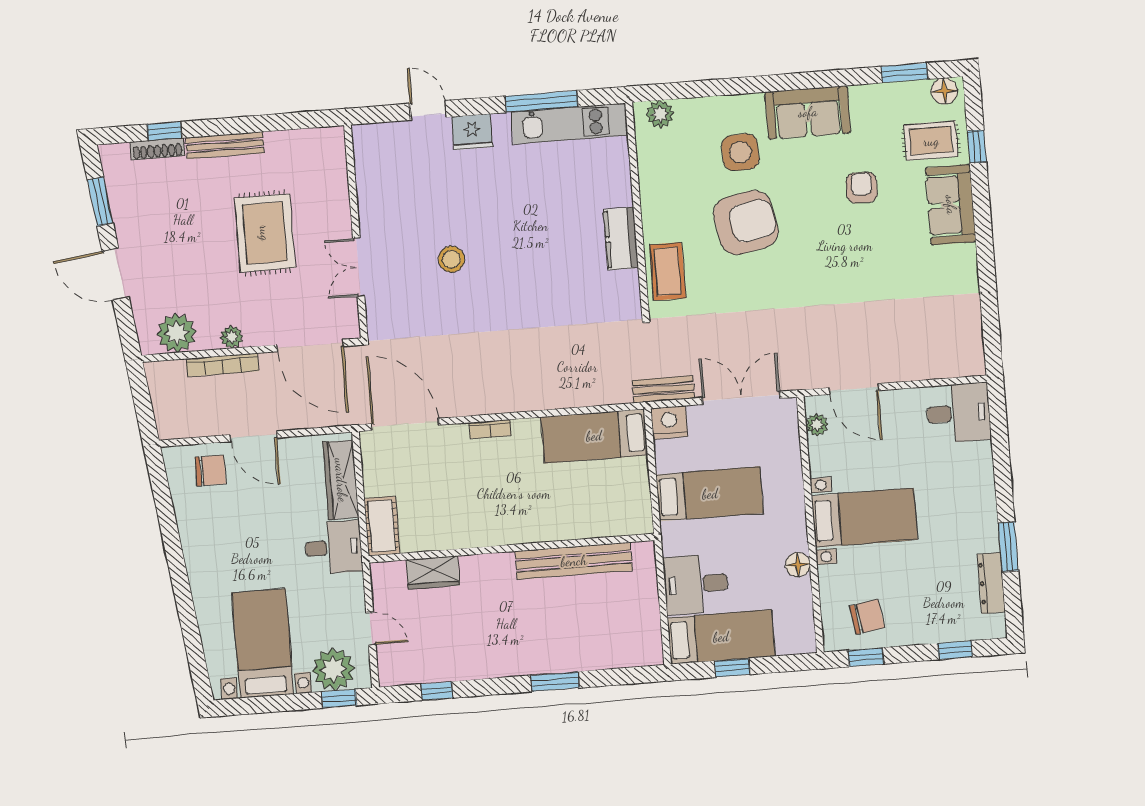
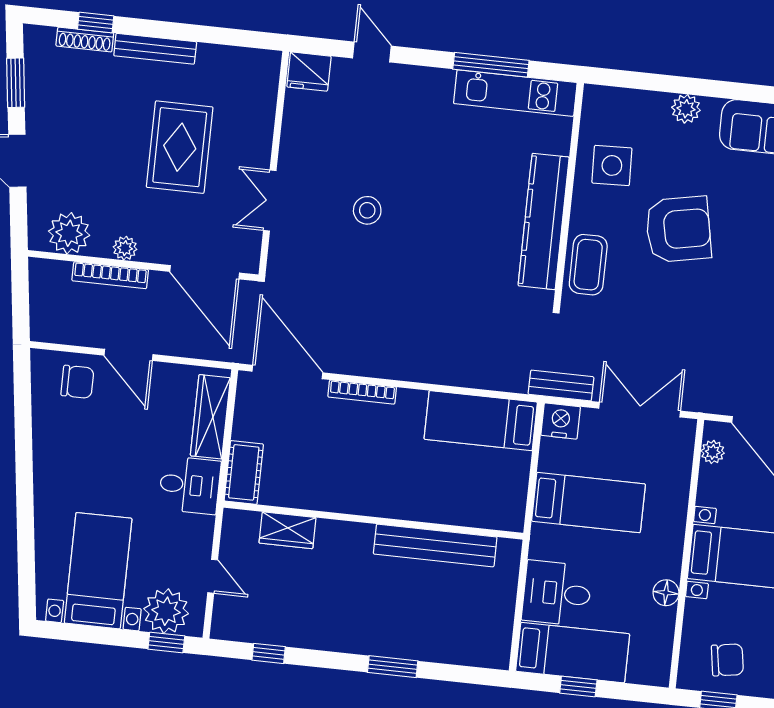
plant: (660, 114) -> (686, 109), moved
fridge: (472, 132) -> (309, 72), moved
side table: (740, 152) -> (612, 165), moved
kitchen counter: (621, 239) -> (544, 221), width x2.08, depth x1.17
bookcase: (490, 429) -> (362, 392), width x1.56

